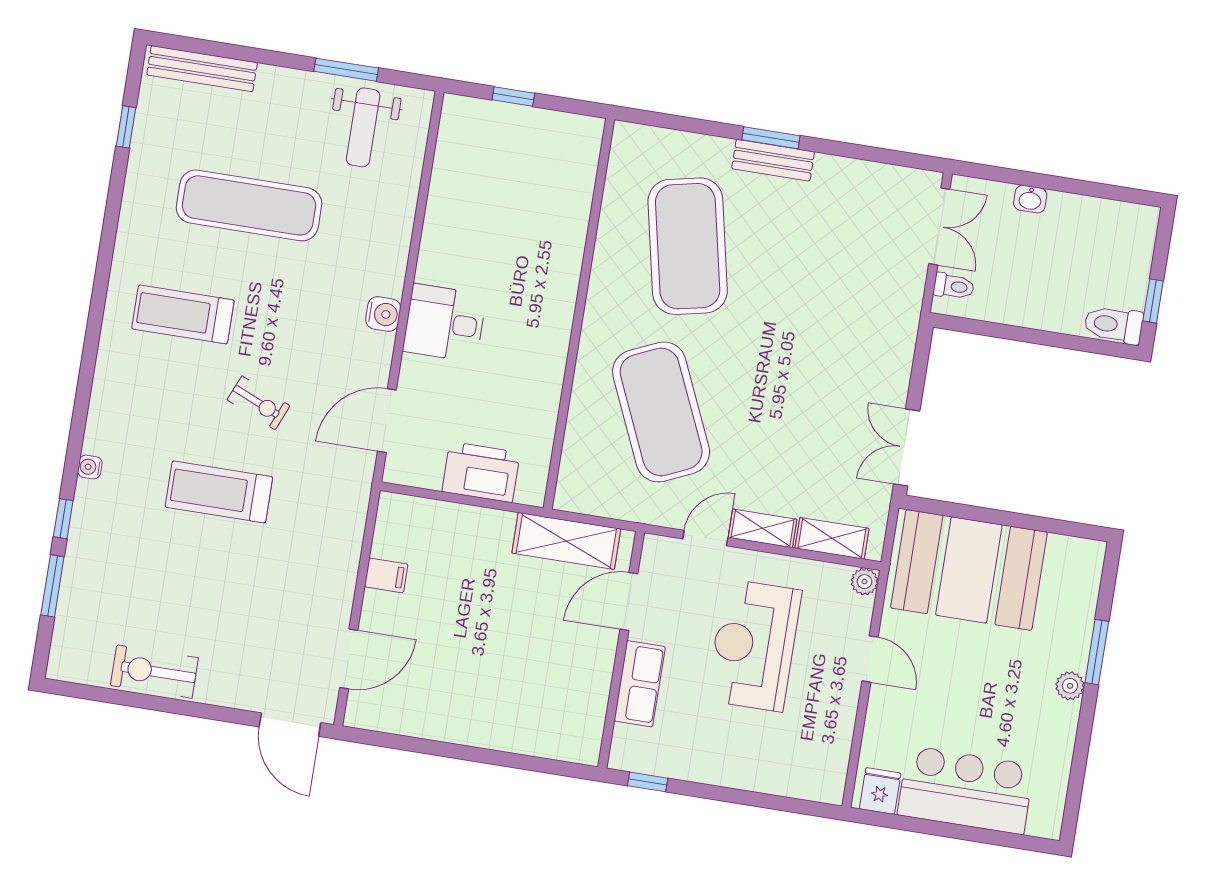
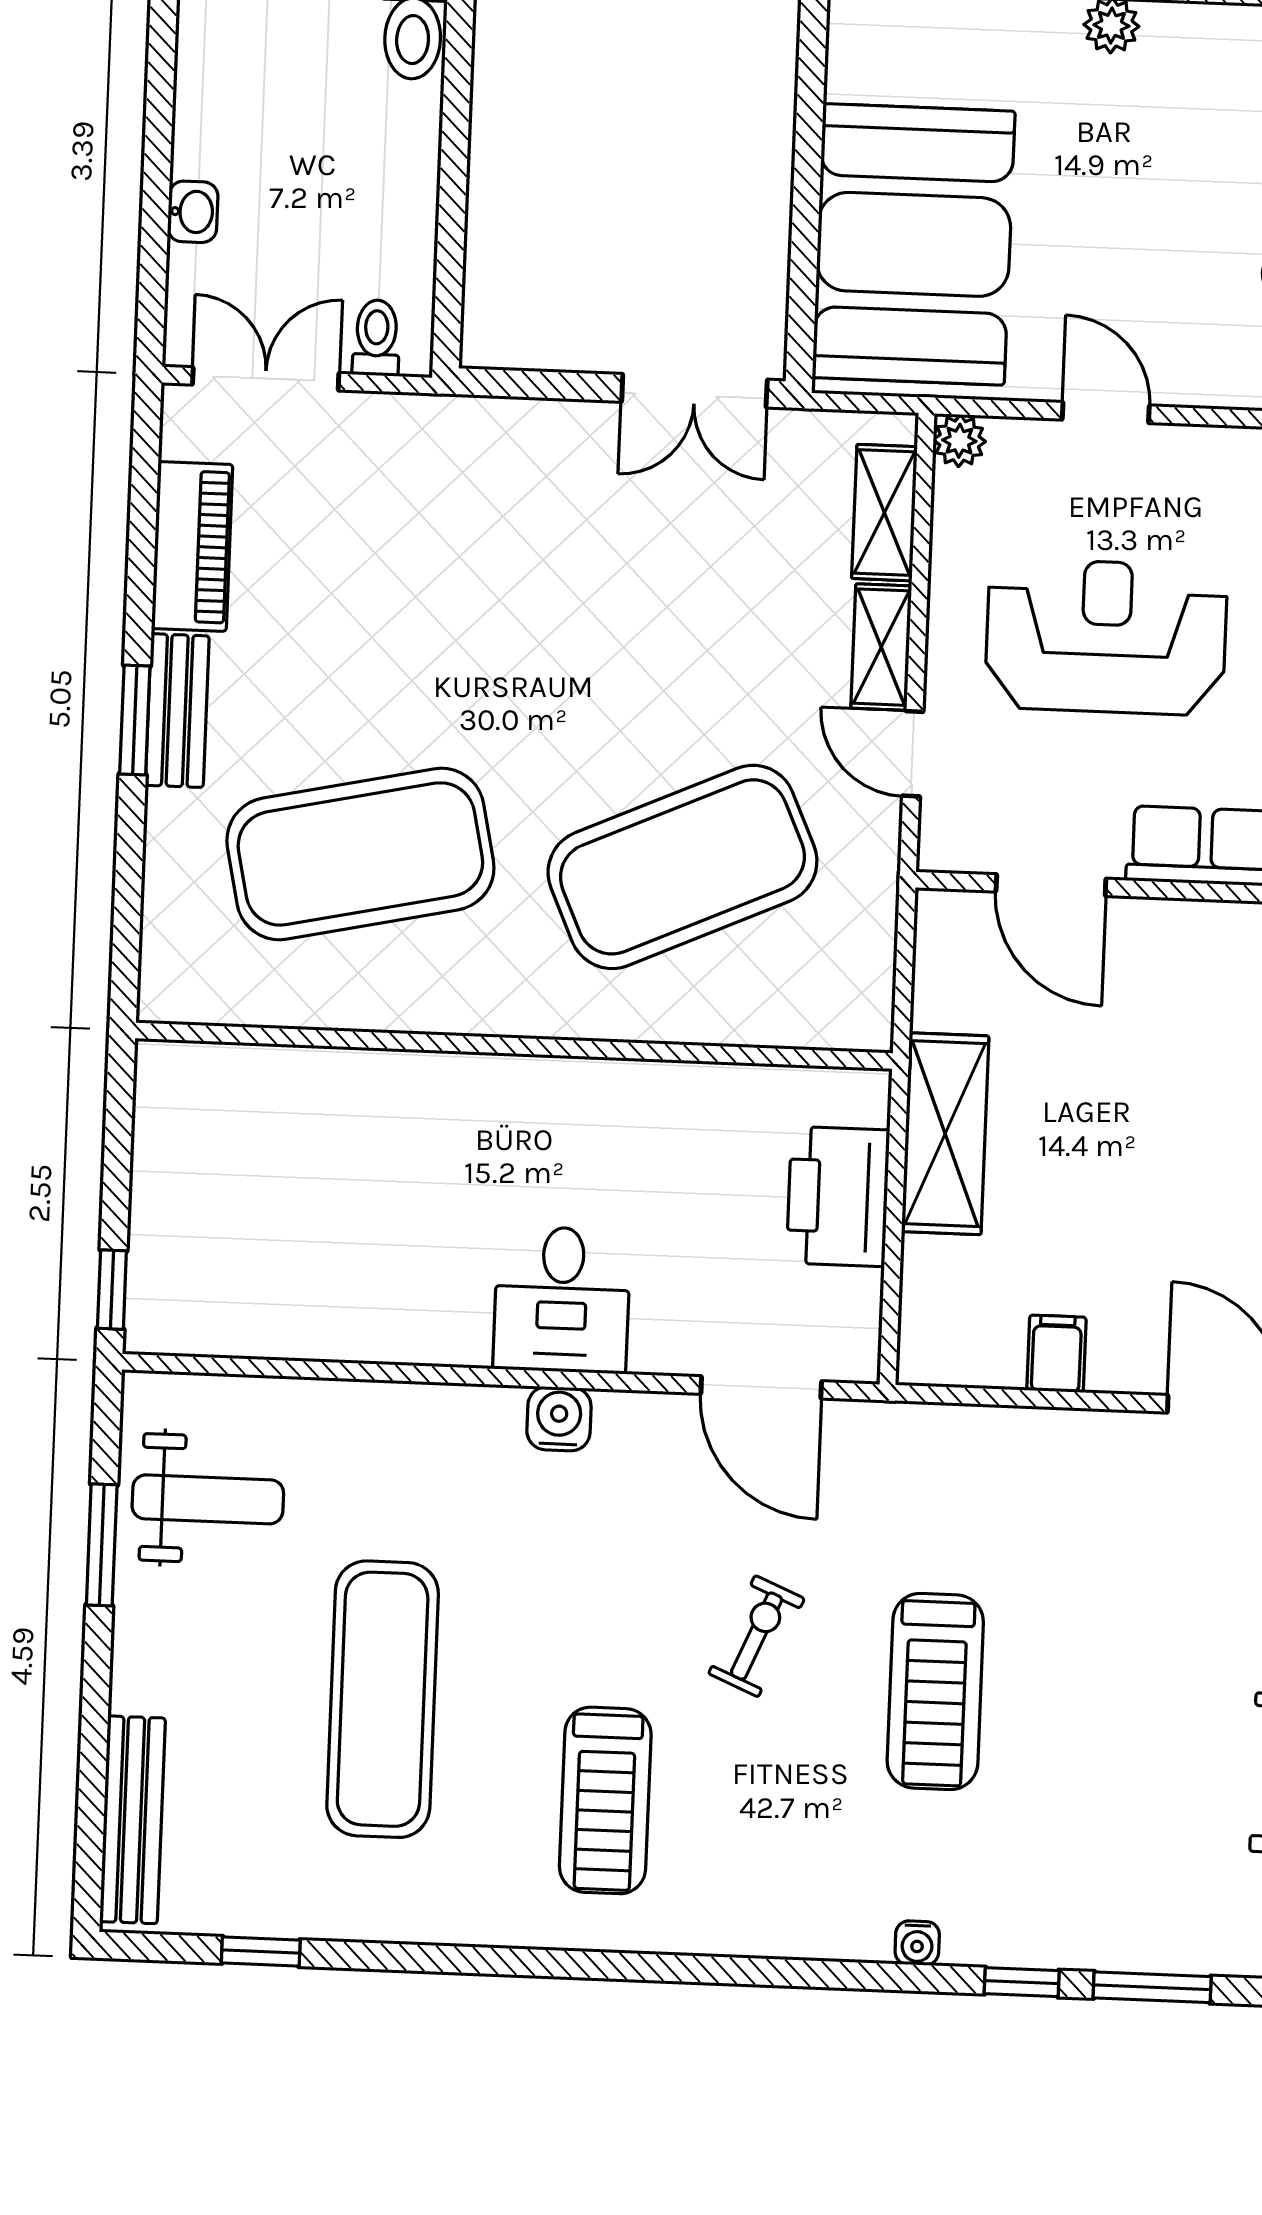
window: (513, 96) -> (112, 1290), moved
piano: (857, 178) -> (192, 546), added
shelving: (566, 541) -> (945, 1134), moved
reception desk: (754, 645) -> (1106, 637), turned 180
door: (870, 659) -> (1106, 412), hinge flipped

